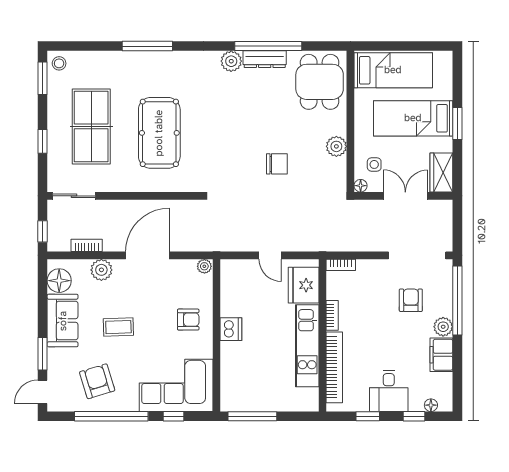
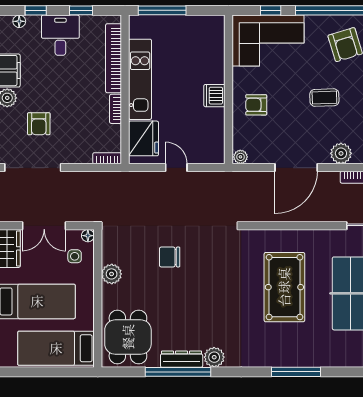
window: (252, 416) -> (162, 10), moved

